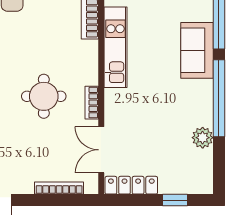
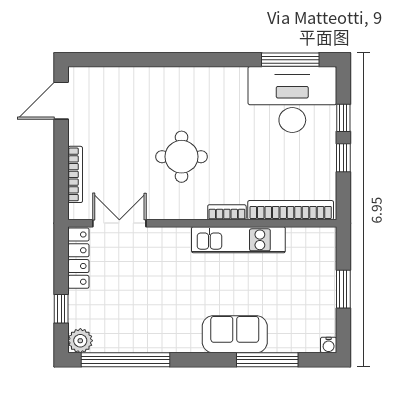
window: (219, 98) -> (126, 360), moved
bookcase: (92, 103) -> (227, 212), moved
plant: (203, 138) -> (80, 341), moved

